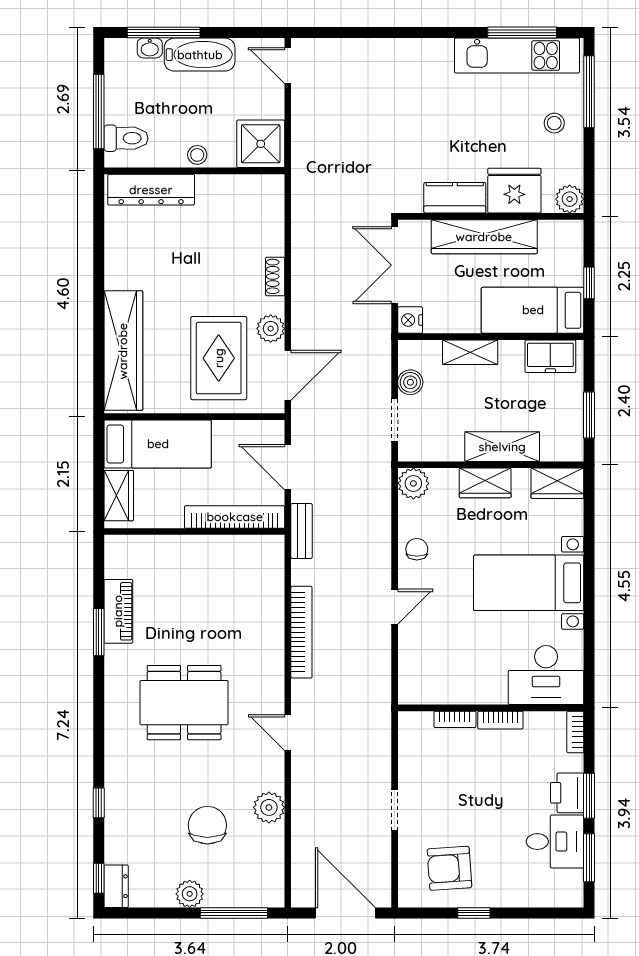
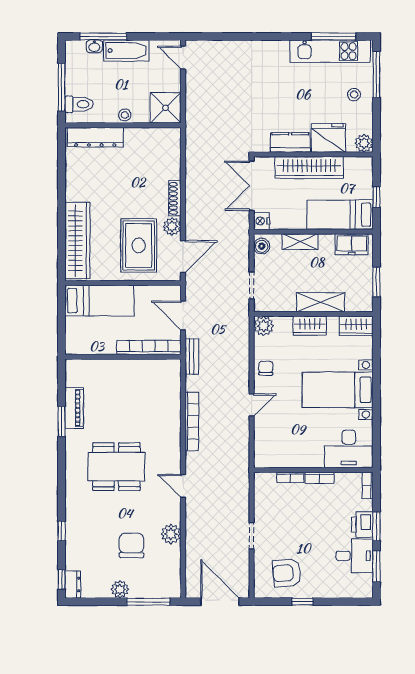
shoe rack: (275, 276) -> (175, 198), width x1.43
boiler: (410, 382) -> (262, 246), moved
wardrobe: (119, 496) -> (74, 334), removed

